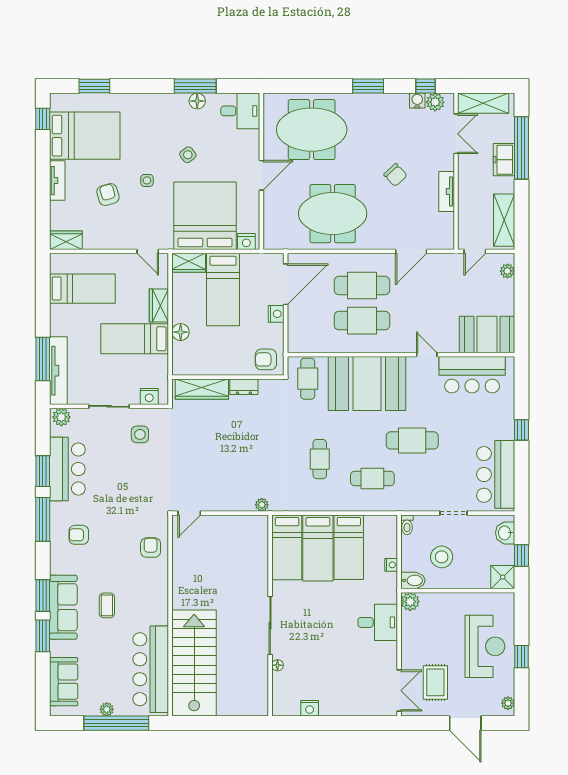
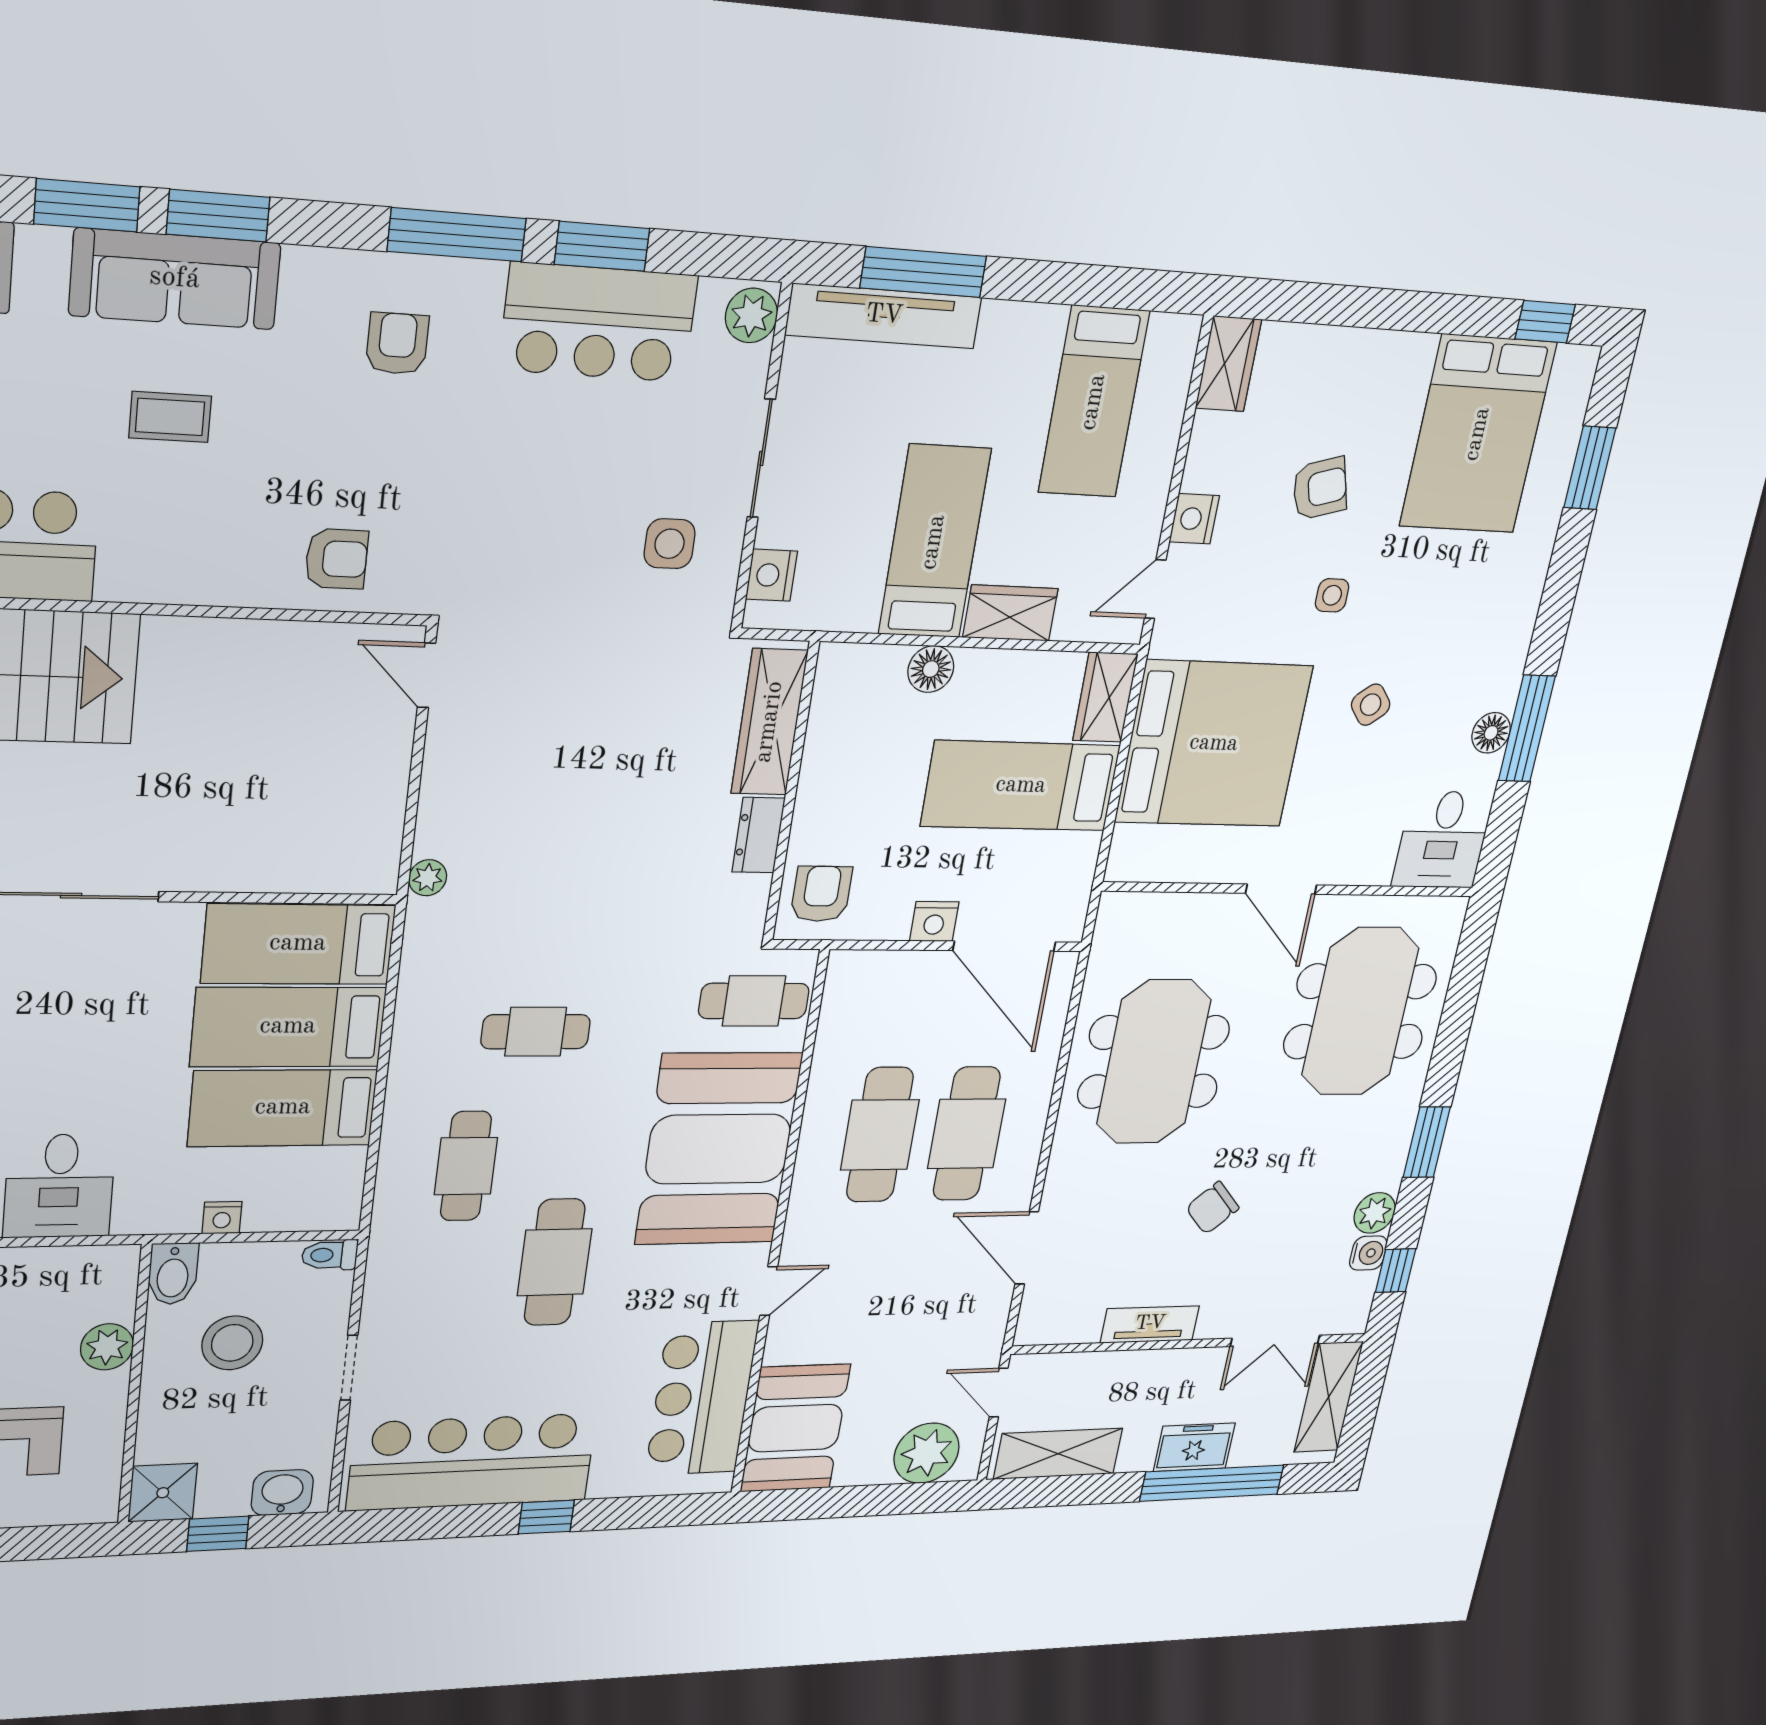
plant: (435, 102) -> (1375, 1213), moved
tv unit: (57, 181) -> (1385, 350), removed
nightstand: (246, 242) -> (1194, 519), moved
plant: (507, 271) -> (927, 1453), width x1.88, depth x1.88
bar counter: (496, 474) -> (472, 1462), width x1.36
plant: (410, 602) -> (107, 1347), moved

